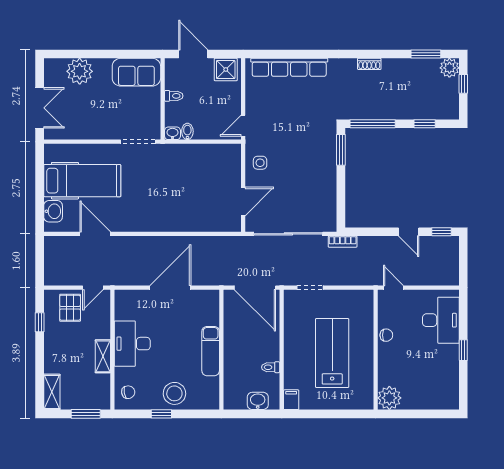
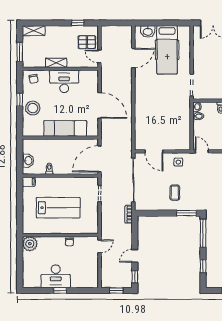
coffee table: (308, 168) -> (175, 193), added
window: (463, 261) -> (116, 290), added
desk: (441, 320) -> (56, 276), moved
exam couch: (211, 351) -> (65, 128), width x1.36, depth x1.45

